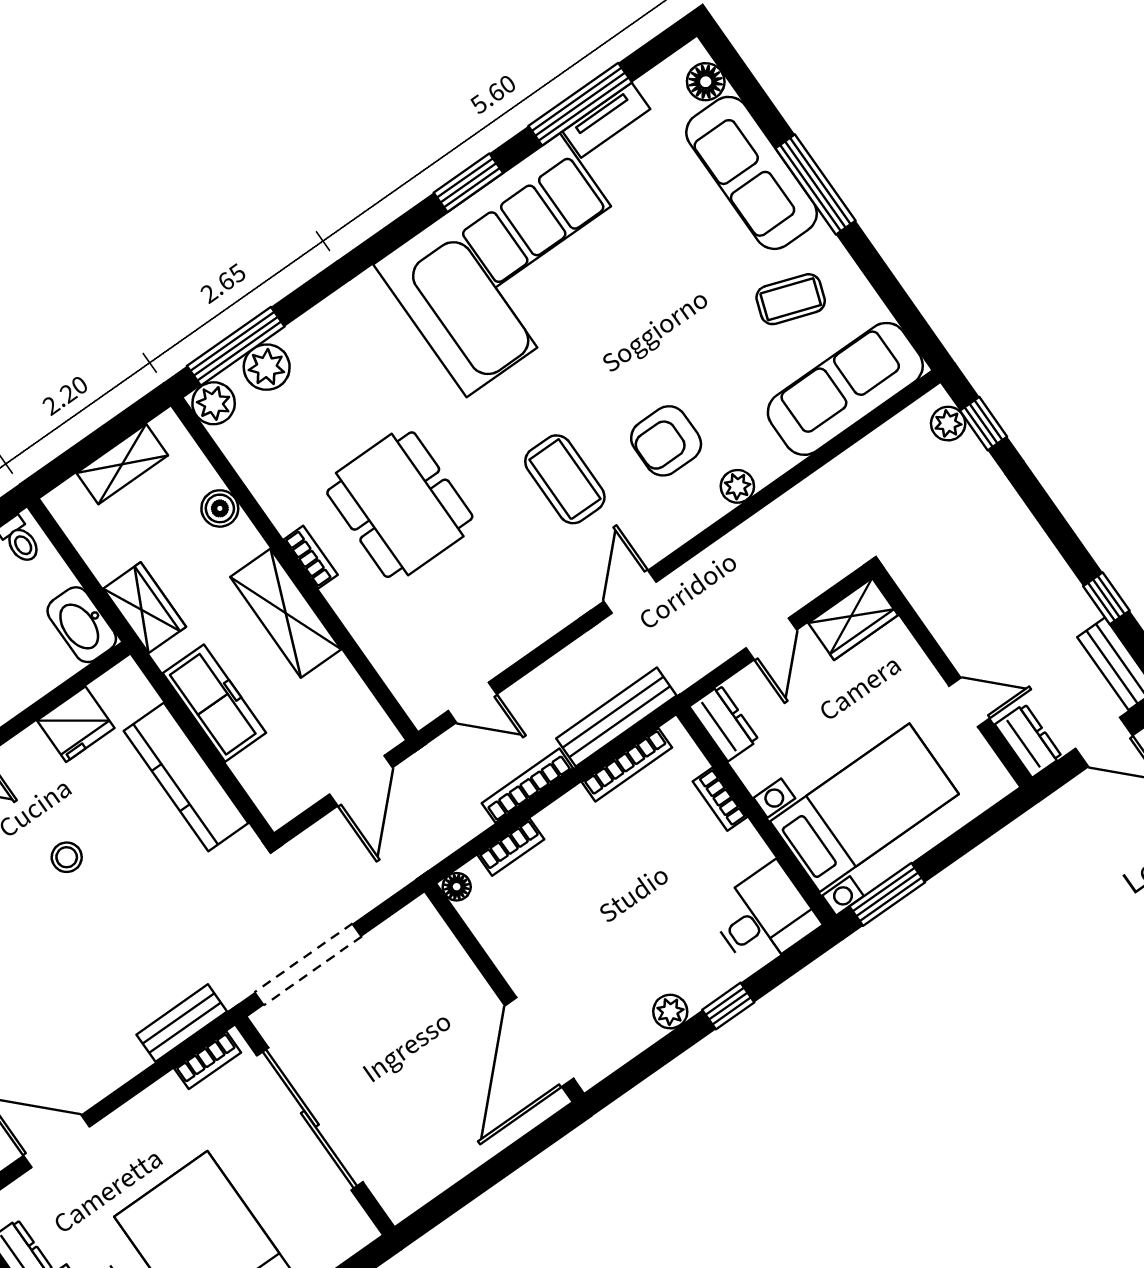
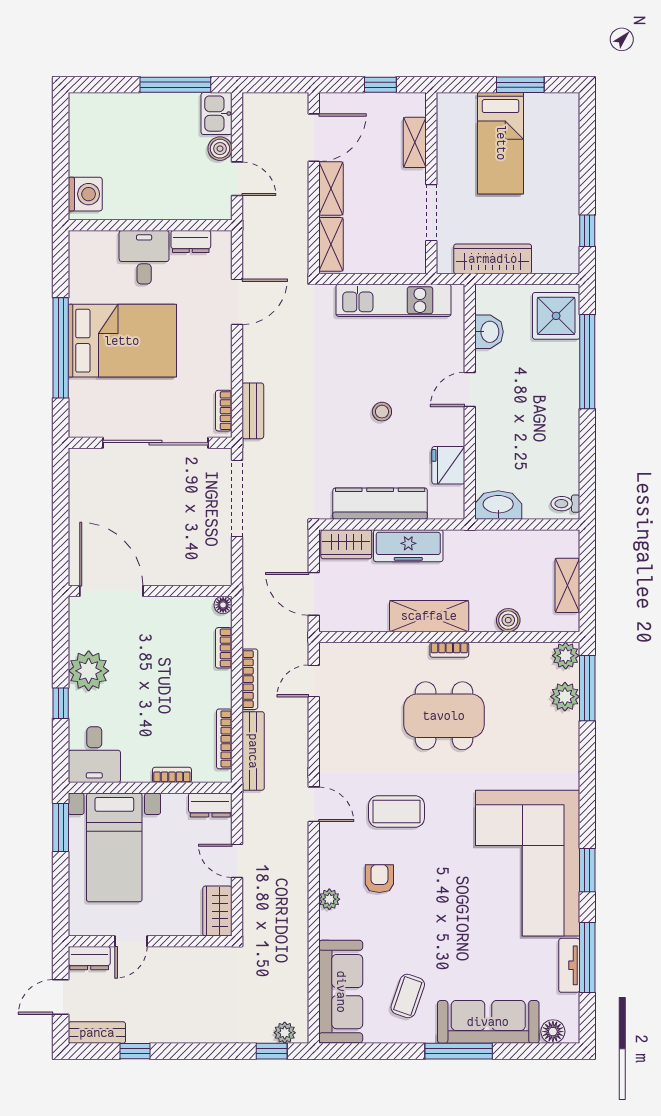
armchair: (666, 441) -> (379, 879), width x0.72, depth x0.72
wardrobe: (145, 608) -> (346, 544), moved
plant: (670, 1012) -> (89, 671), width x1.87, depth x1.87

